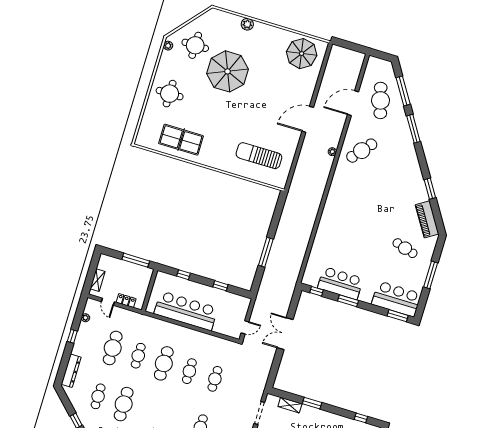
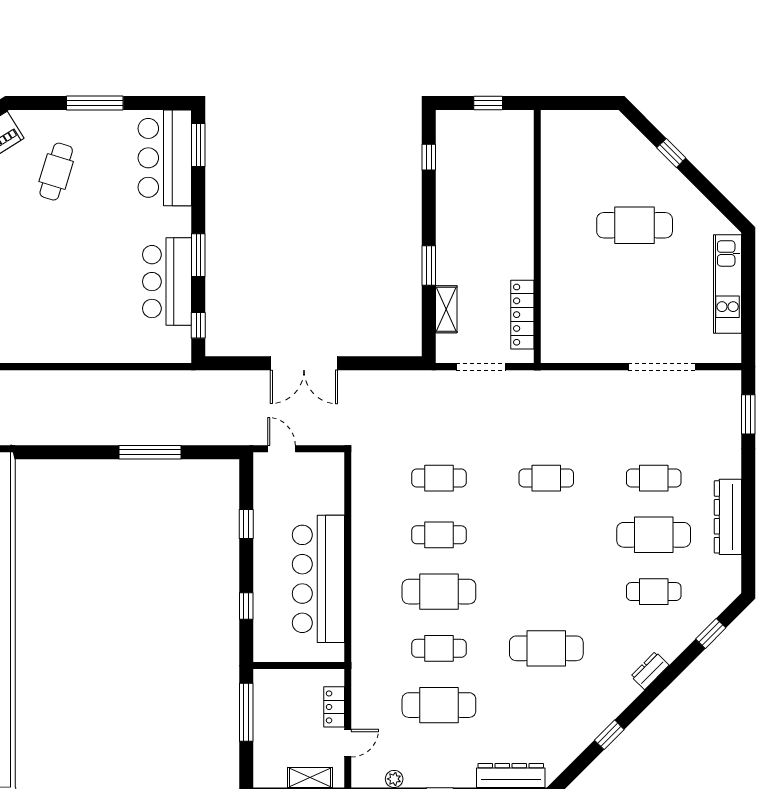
door: (245, 327) -> (282, 449), moved
cafe table: (98, 396) -> (546, 705), removed

